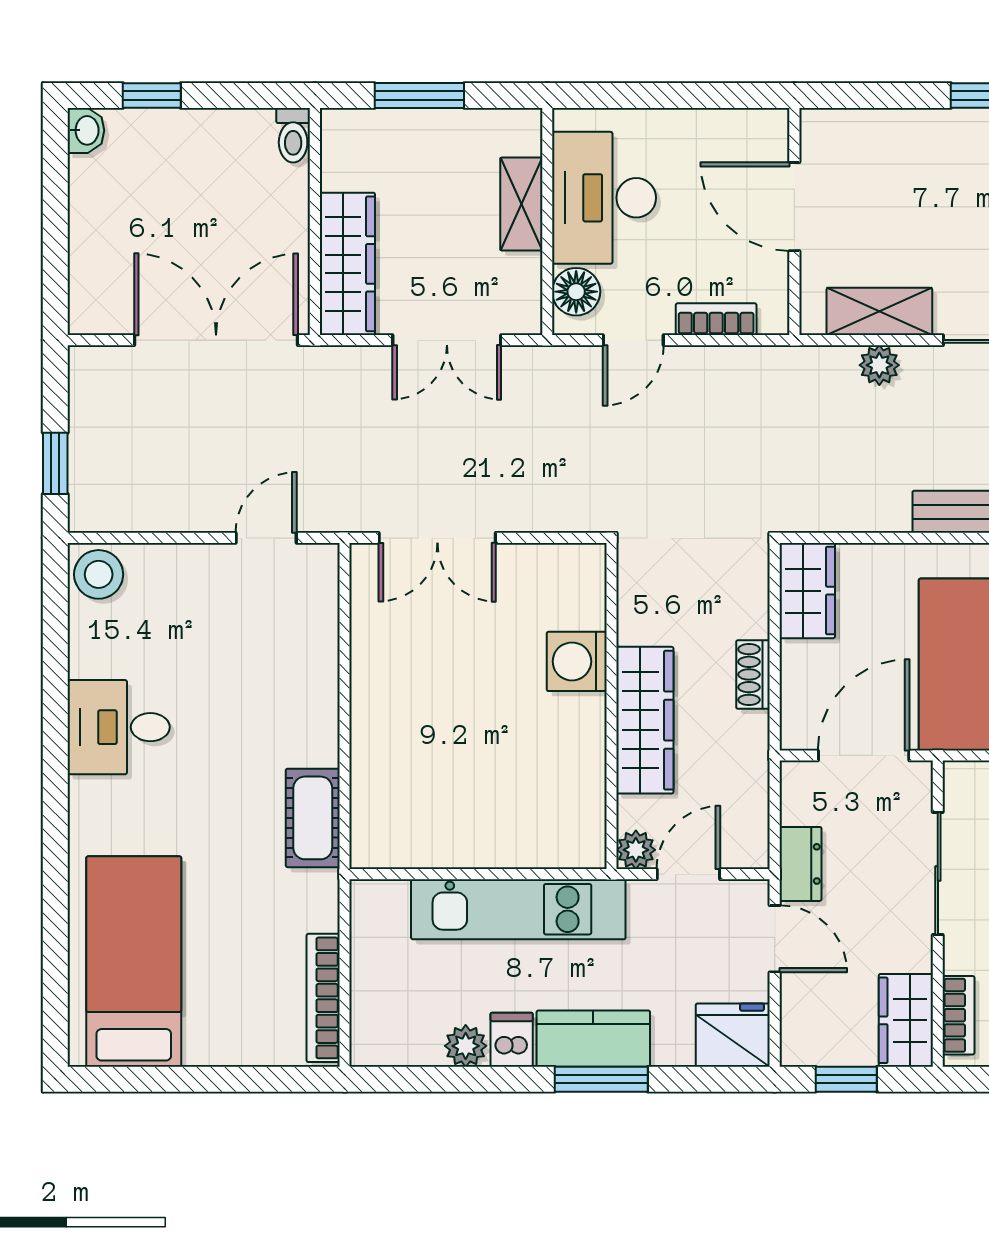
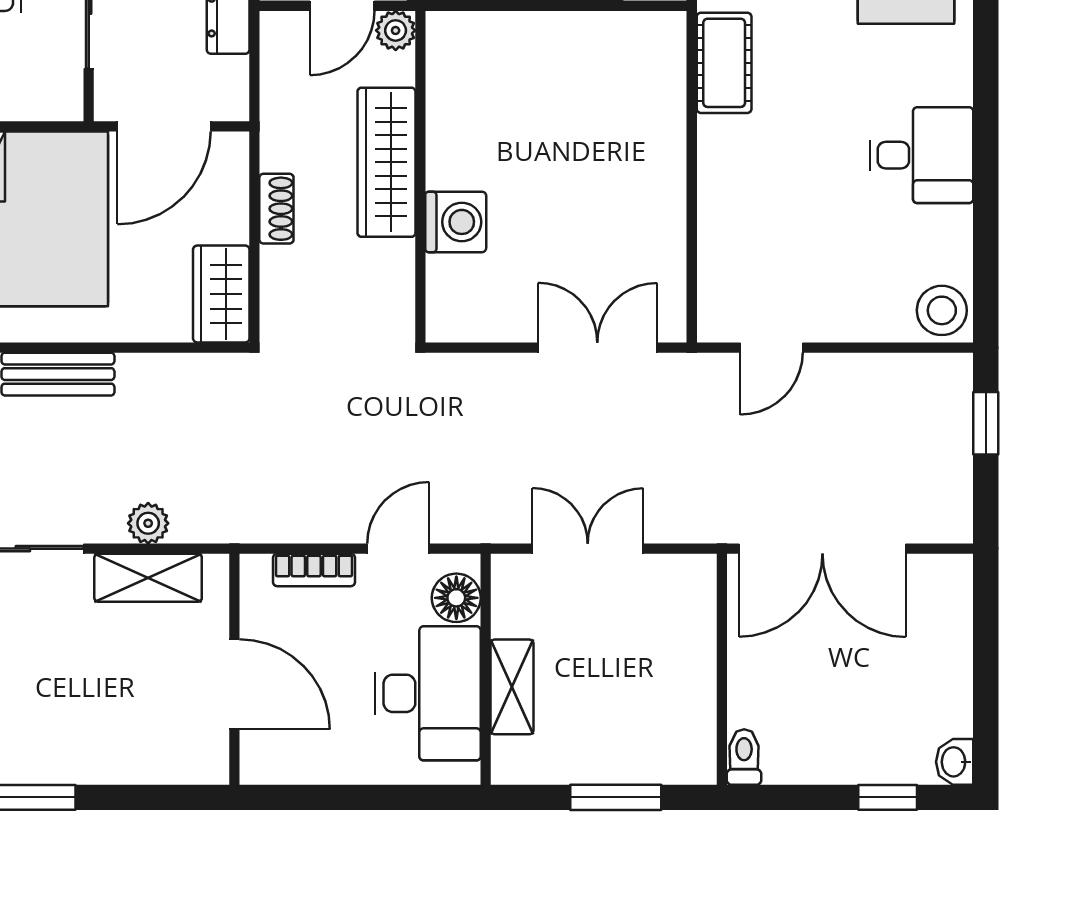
wardrobe: (347, 264) -> (689, 626), removed

